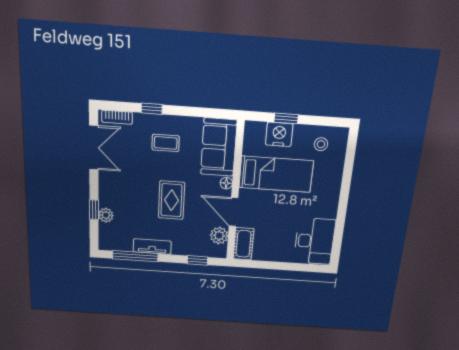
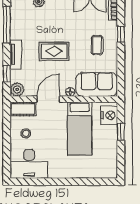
nightstand: (279, 134) -> (109, 115), moved
stool: (321, 144) -> (26, 133), moved
plant: (219, 236) -> (17, 89), moved
tv unit: (152, 247) -> (16, 55), moved

